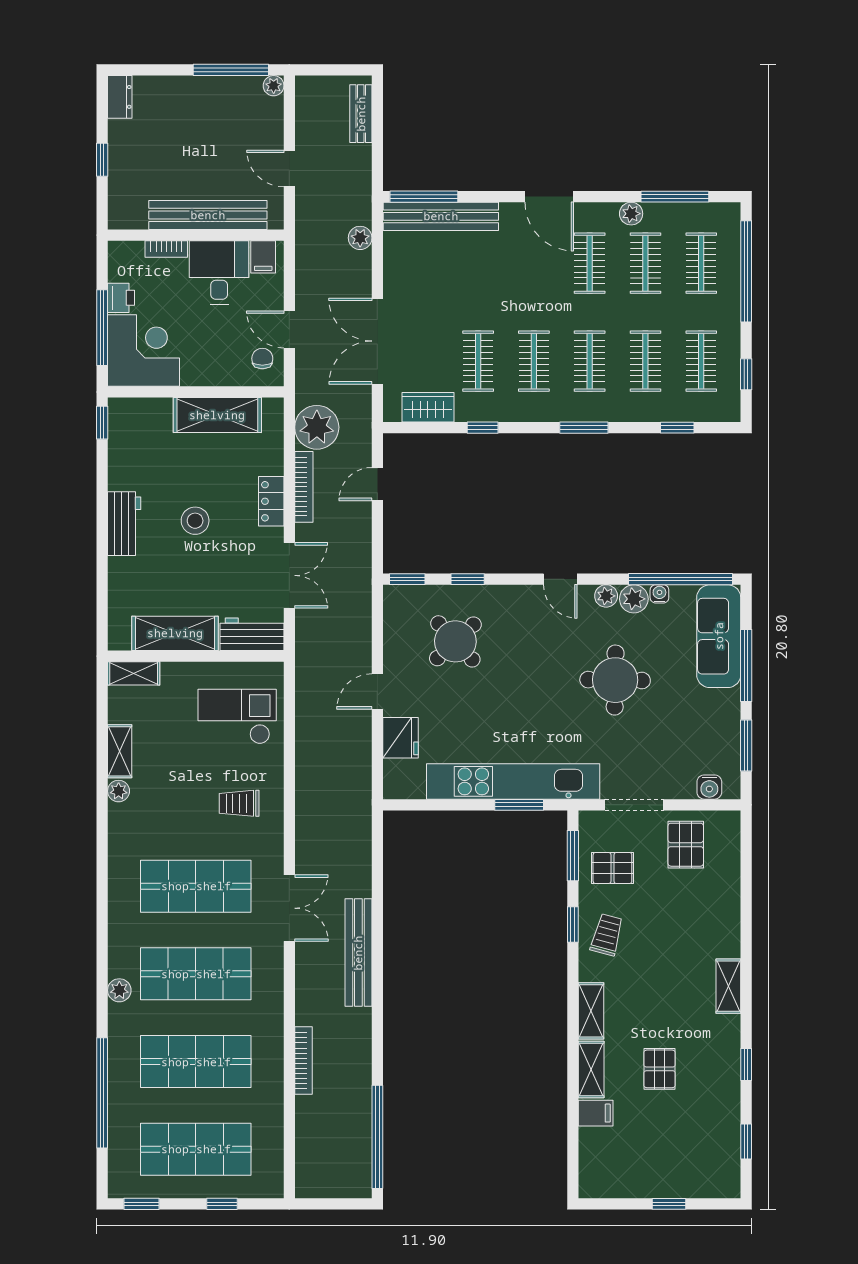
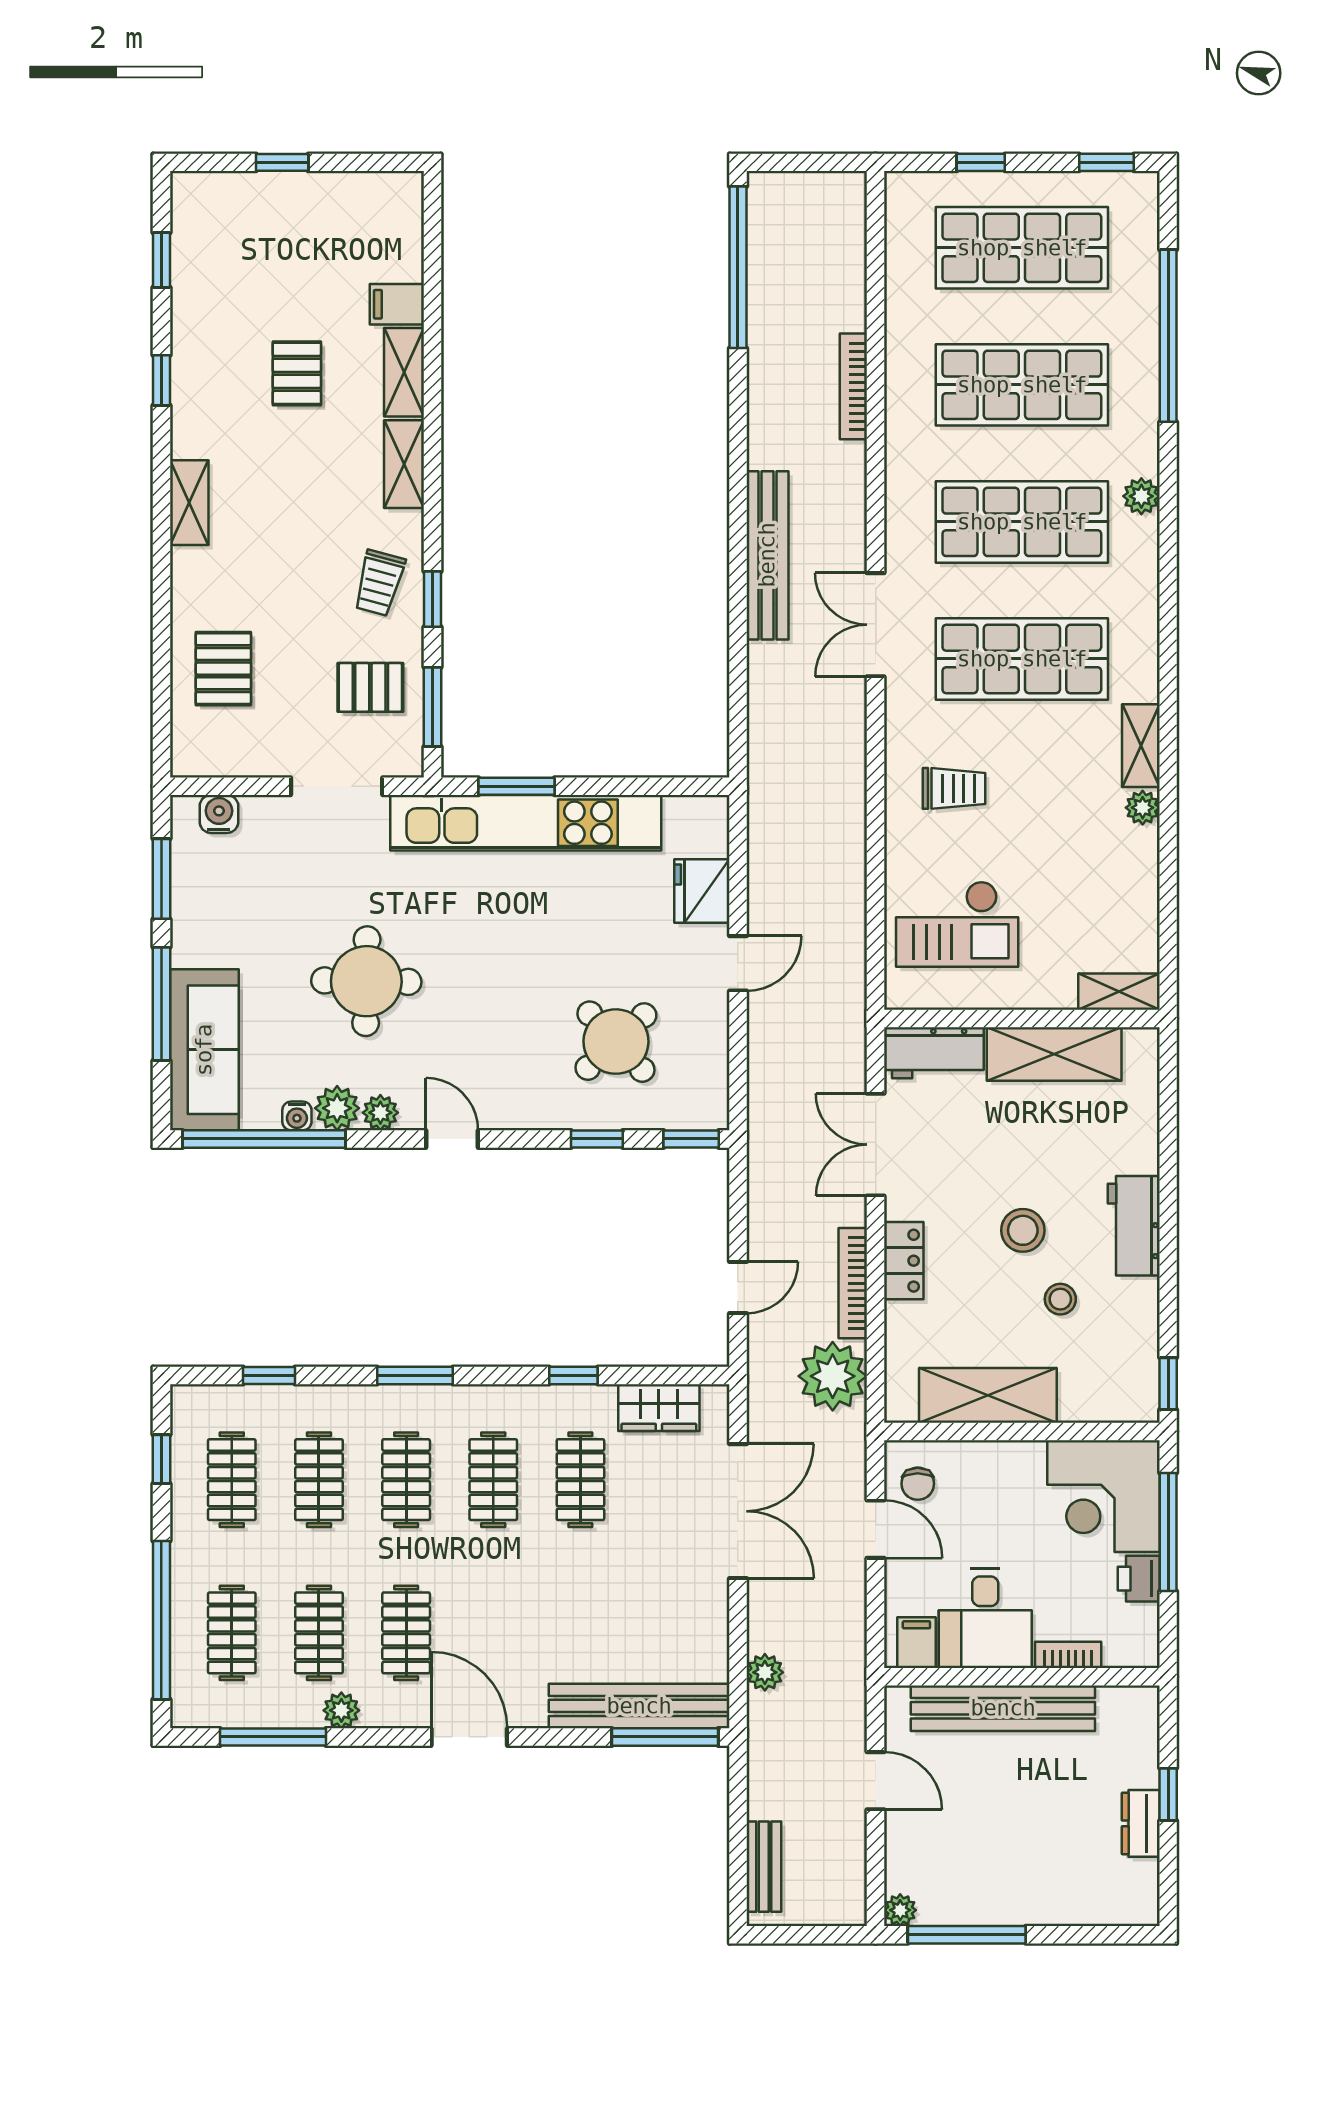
dresser: (120, 97) -> (1141, 1823), moved
stool: (171, 477) -> (1060, 1299), added
shelving: (120, 751) -> (1141, 746), moved
pallet: (686, 845) -> (223, 669), moved

